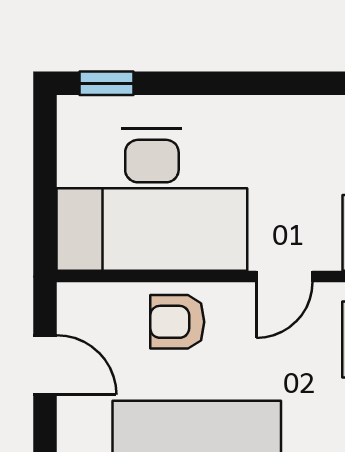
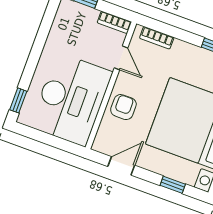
armchair: (177, 322) -> (123, 107), turned 180

